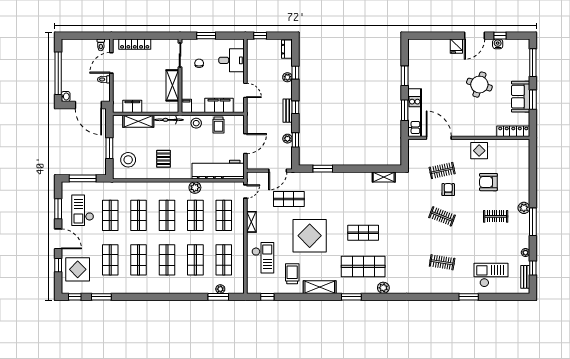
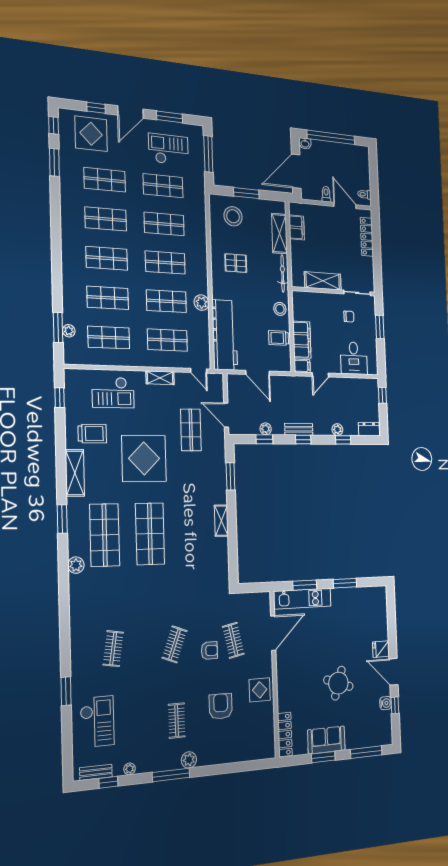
filing cabinet: (186, 106) -> (302, 366), moved
shelving: (384, 177) -> (221, 521), moved
shop shelf: (363, 233) -> (150, 534), width x1.43, depth x1.36

